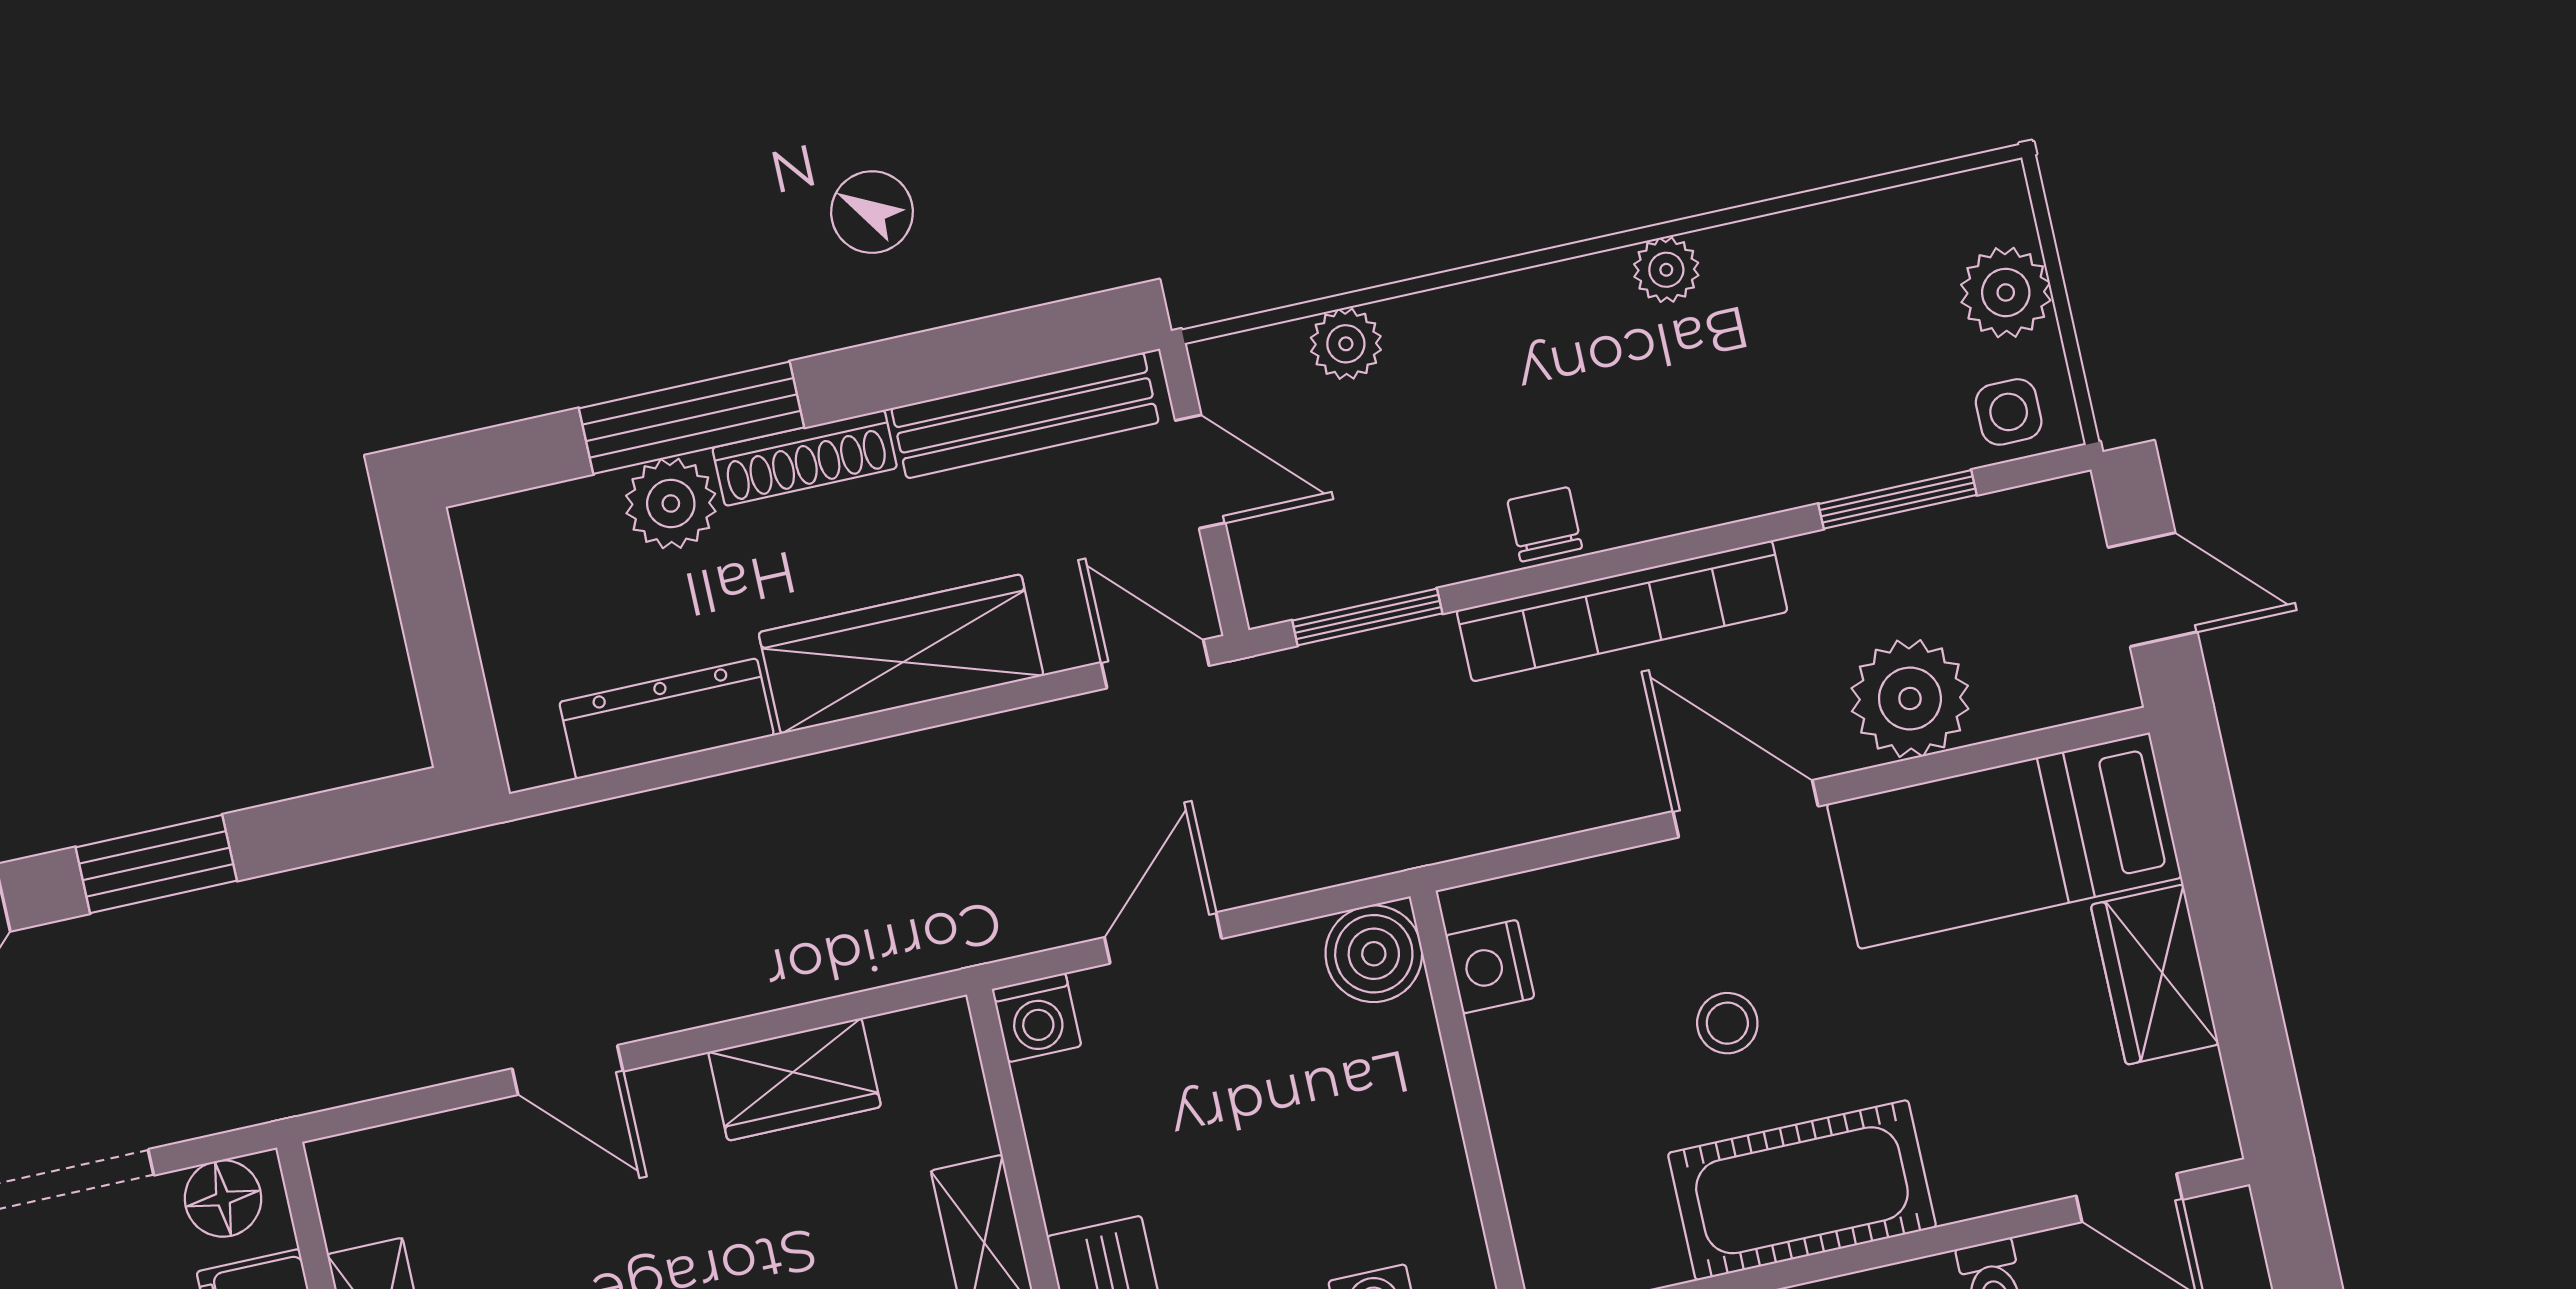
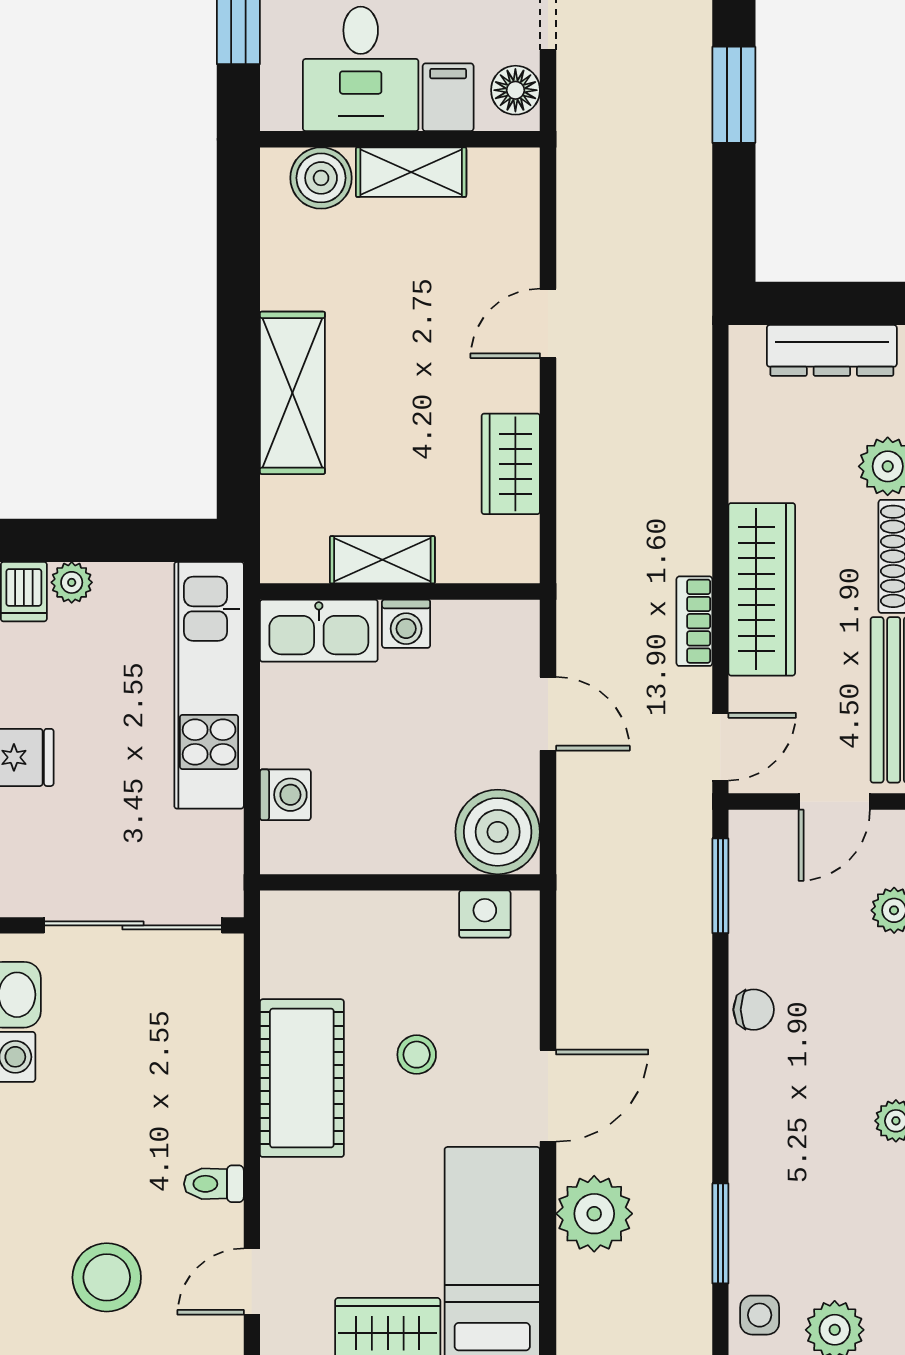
bookcase: (1622, 611) -> (694, 621), moved, width x0.43, depth x0.76
dresser: (667, 719) -> (832, 350), moved, turned 90
boiler: (1374, 954) -> (498, 832), width x1.37, depth x1.37
washing machine: (1037, 1018) -> (406, 624), moved, turned -90

